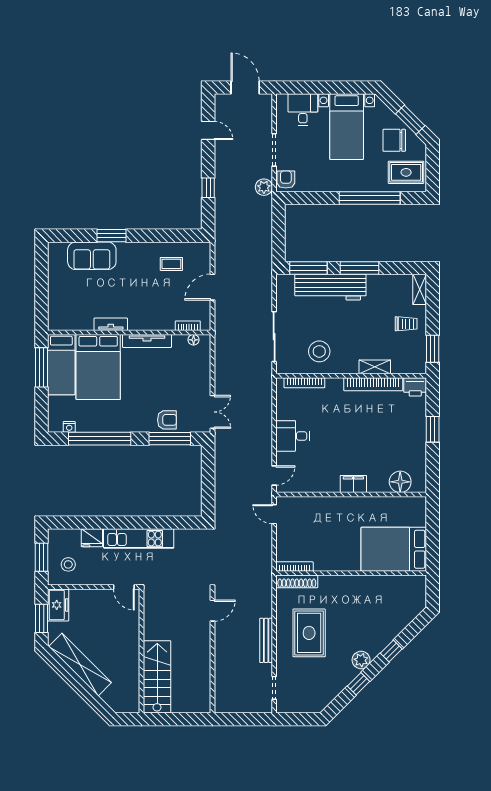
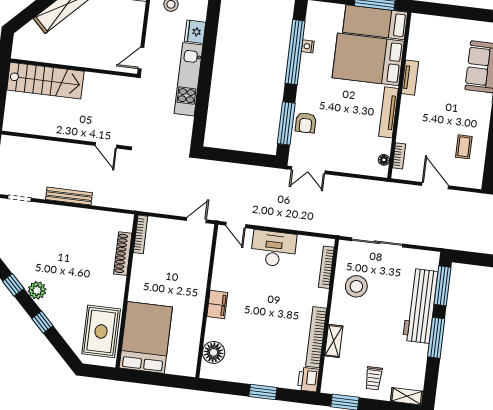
nightstand: (69, 427) -> (308, 46), moved
desk: (293, 436) -> (274, 249), width x1.37
shoe rack: (297, 581) -> (123, 254), moved
rug: (309, 633) -> (101, 331), moved, turned 90

